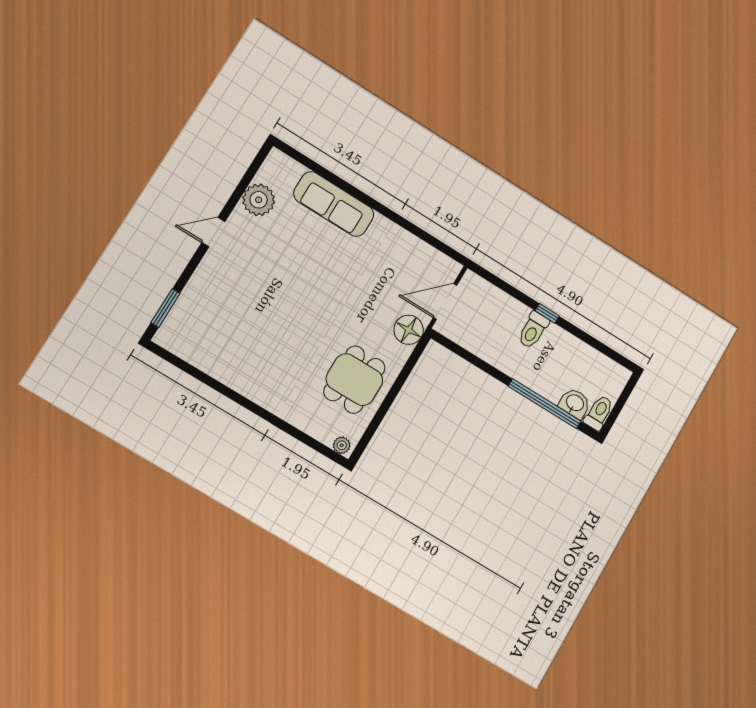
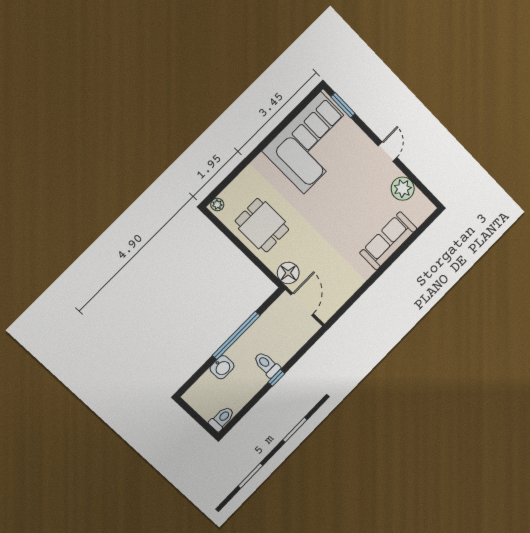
corner sofa: (228, 338) -> (312, 143), added
washbasin: (575, 403) -> (222, 367), moved
window: (545, 404) -> (236, 335), moved
toilet: (599, 413) -> (222, 419), moved, turned -90

